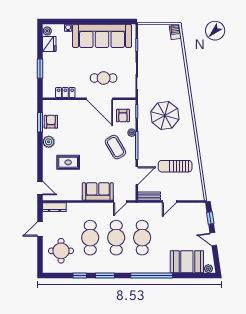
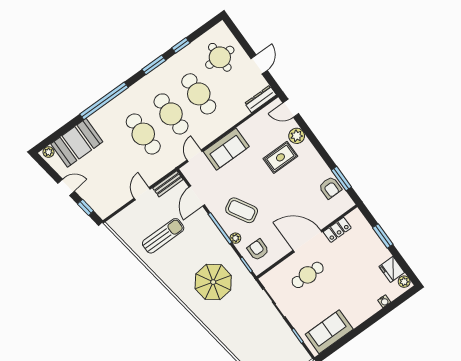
sofa: (102, 36) -> (329, 332), width x0.54, depth x0.79
door: (100, 99) -> (308, 241), moved
plant: (49, 142) -> (297, 136), moved

